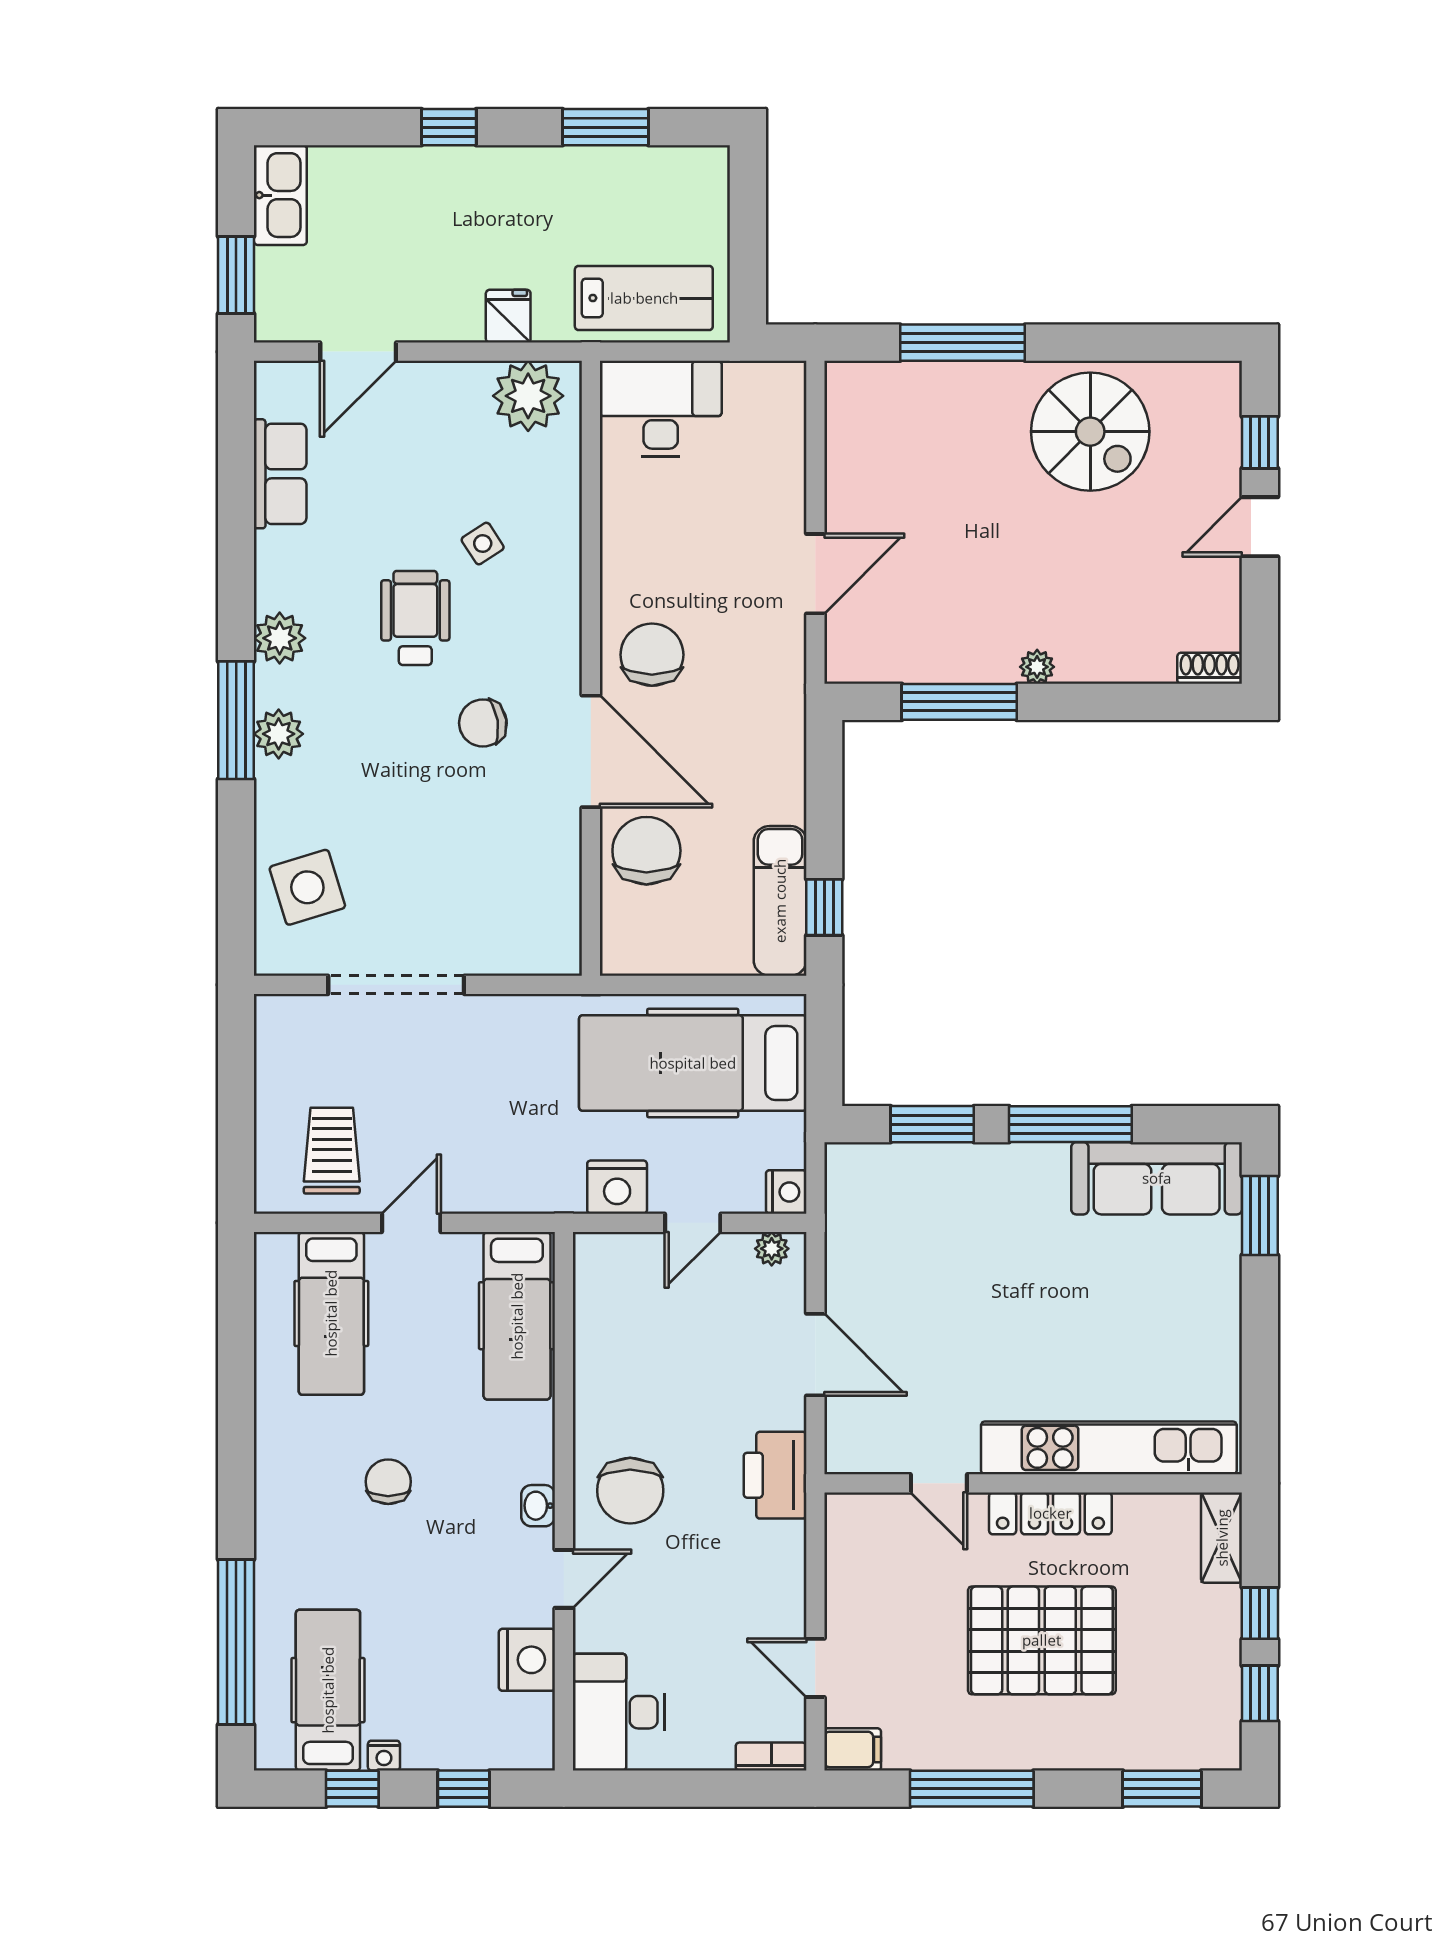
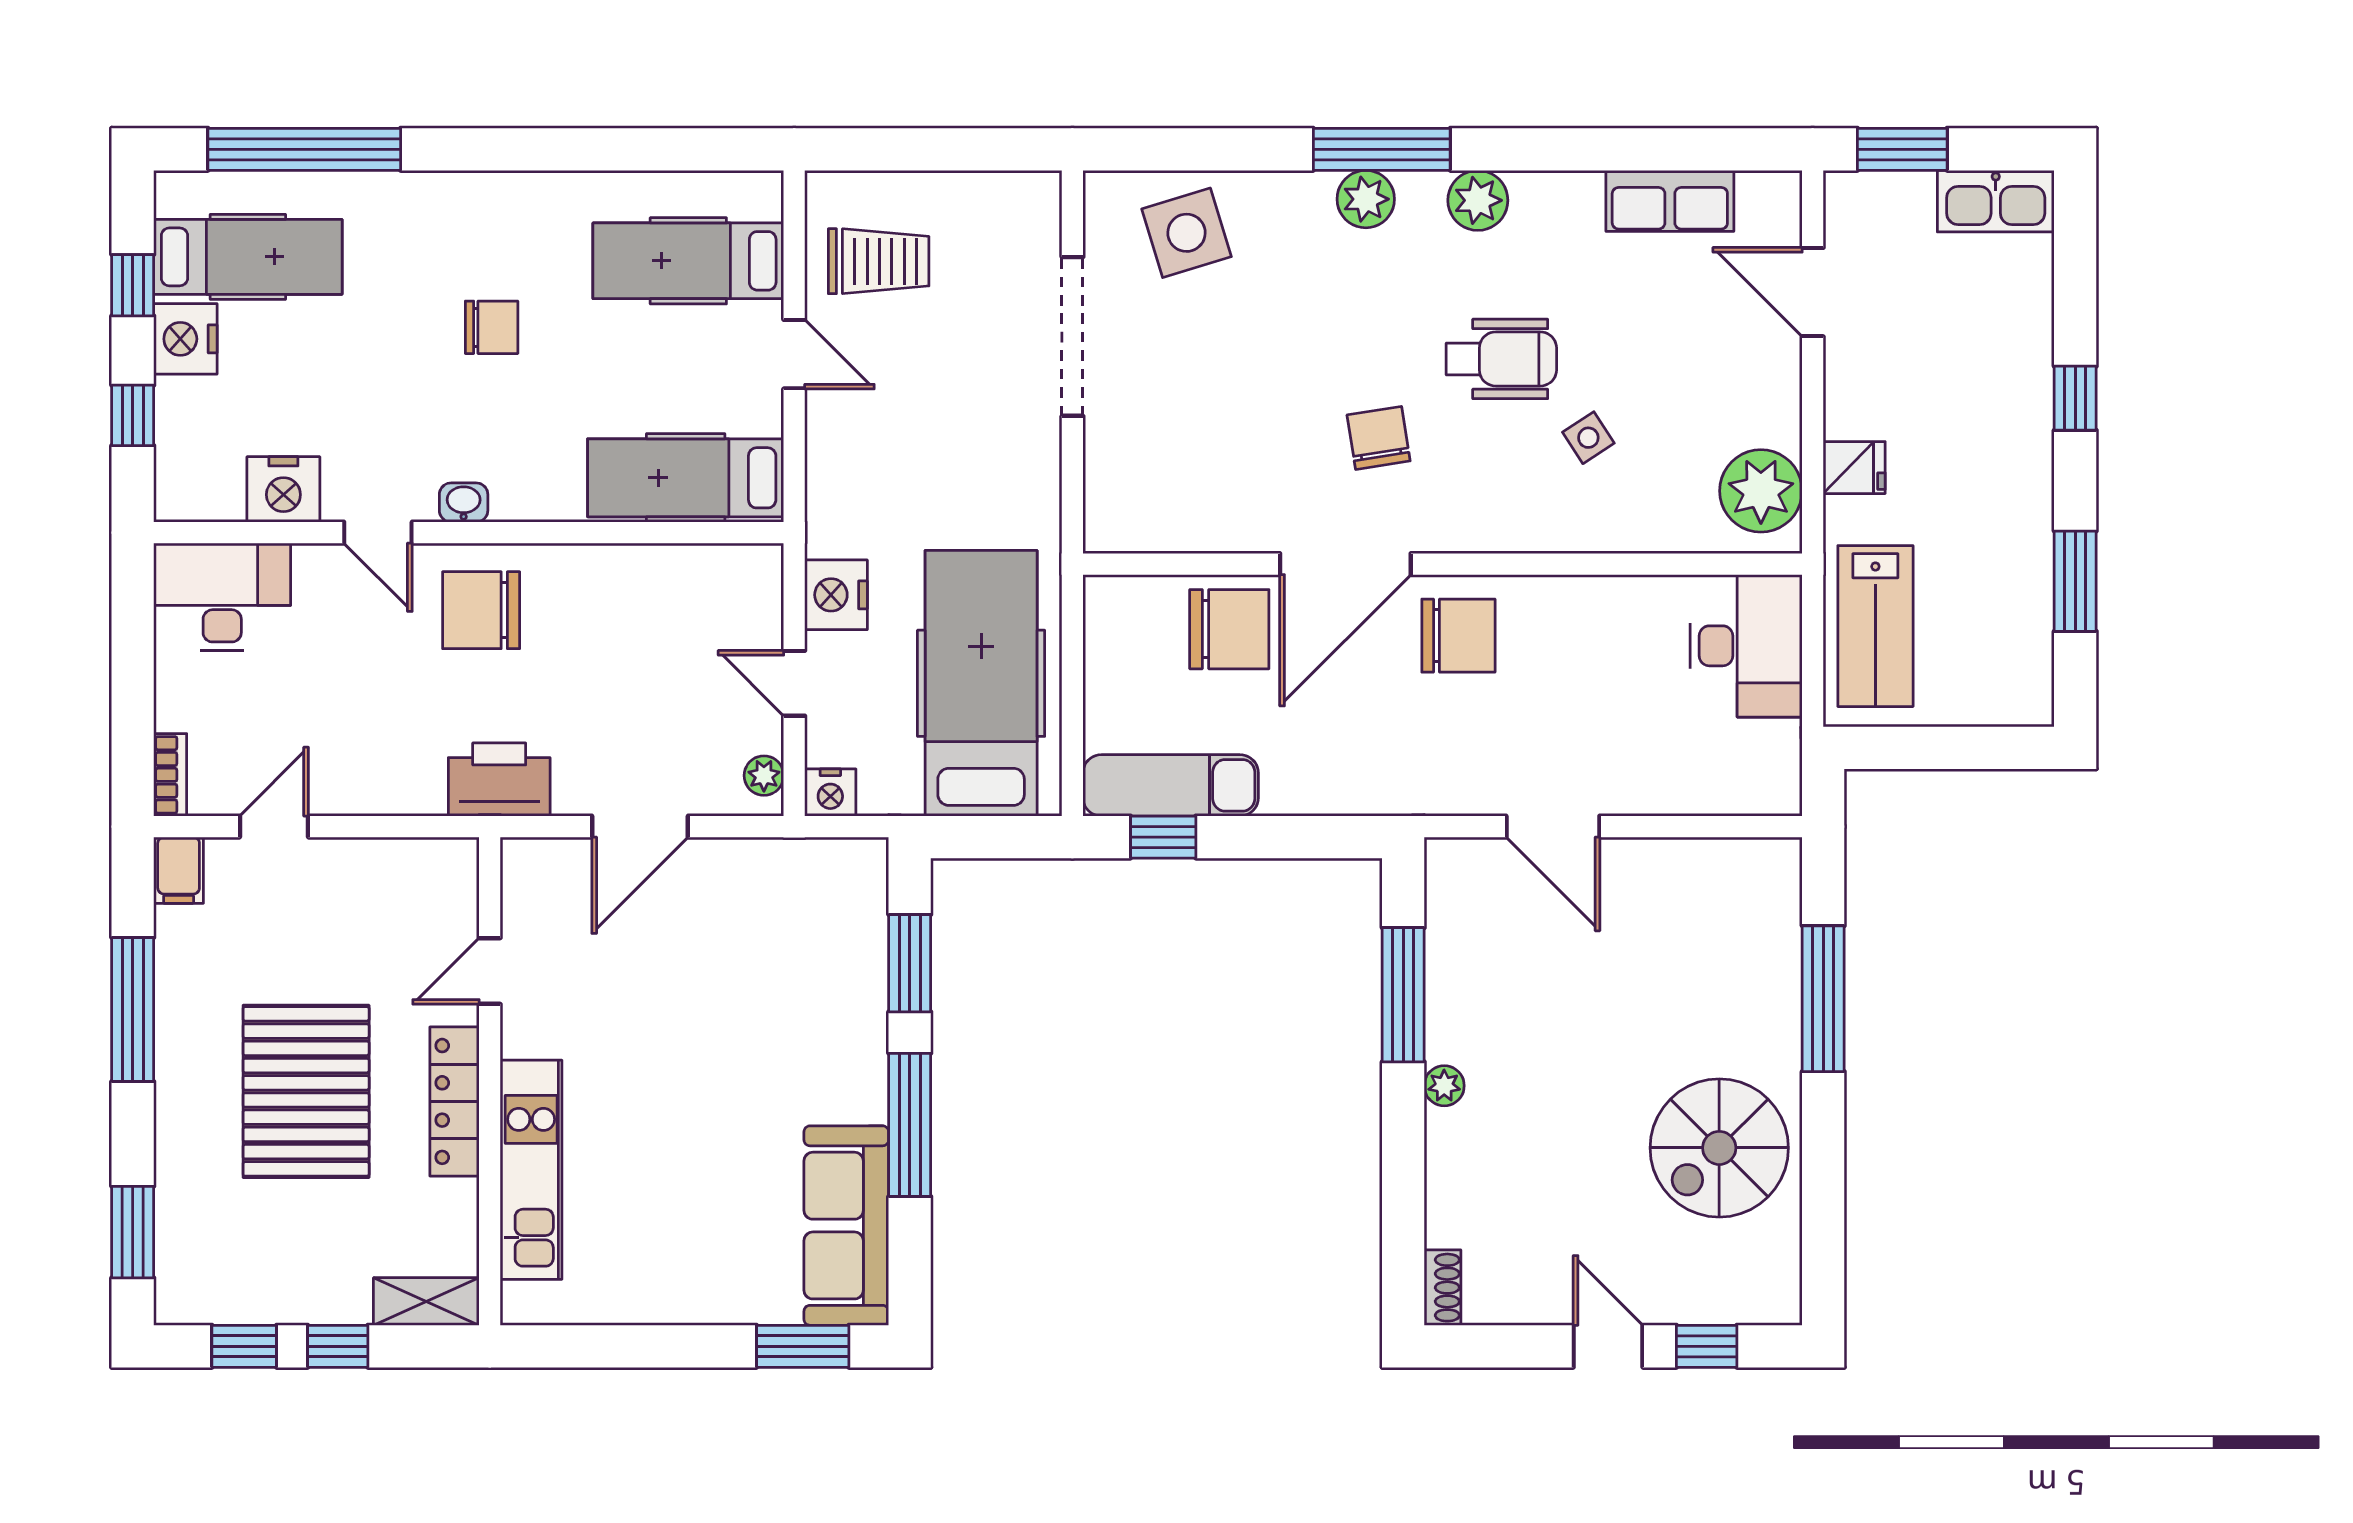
kitchen unit: (1109, 1448) -> (531, 1170), width x0.73
nightstand: (384, 1756) -> (185, 339), width x1.89, depth x1.79

